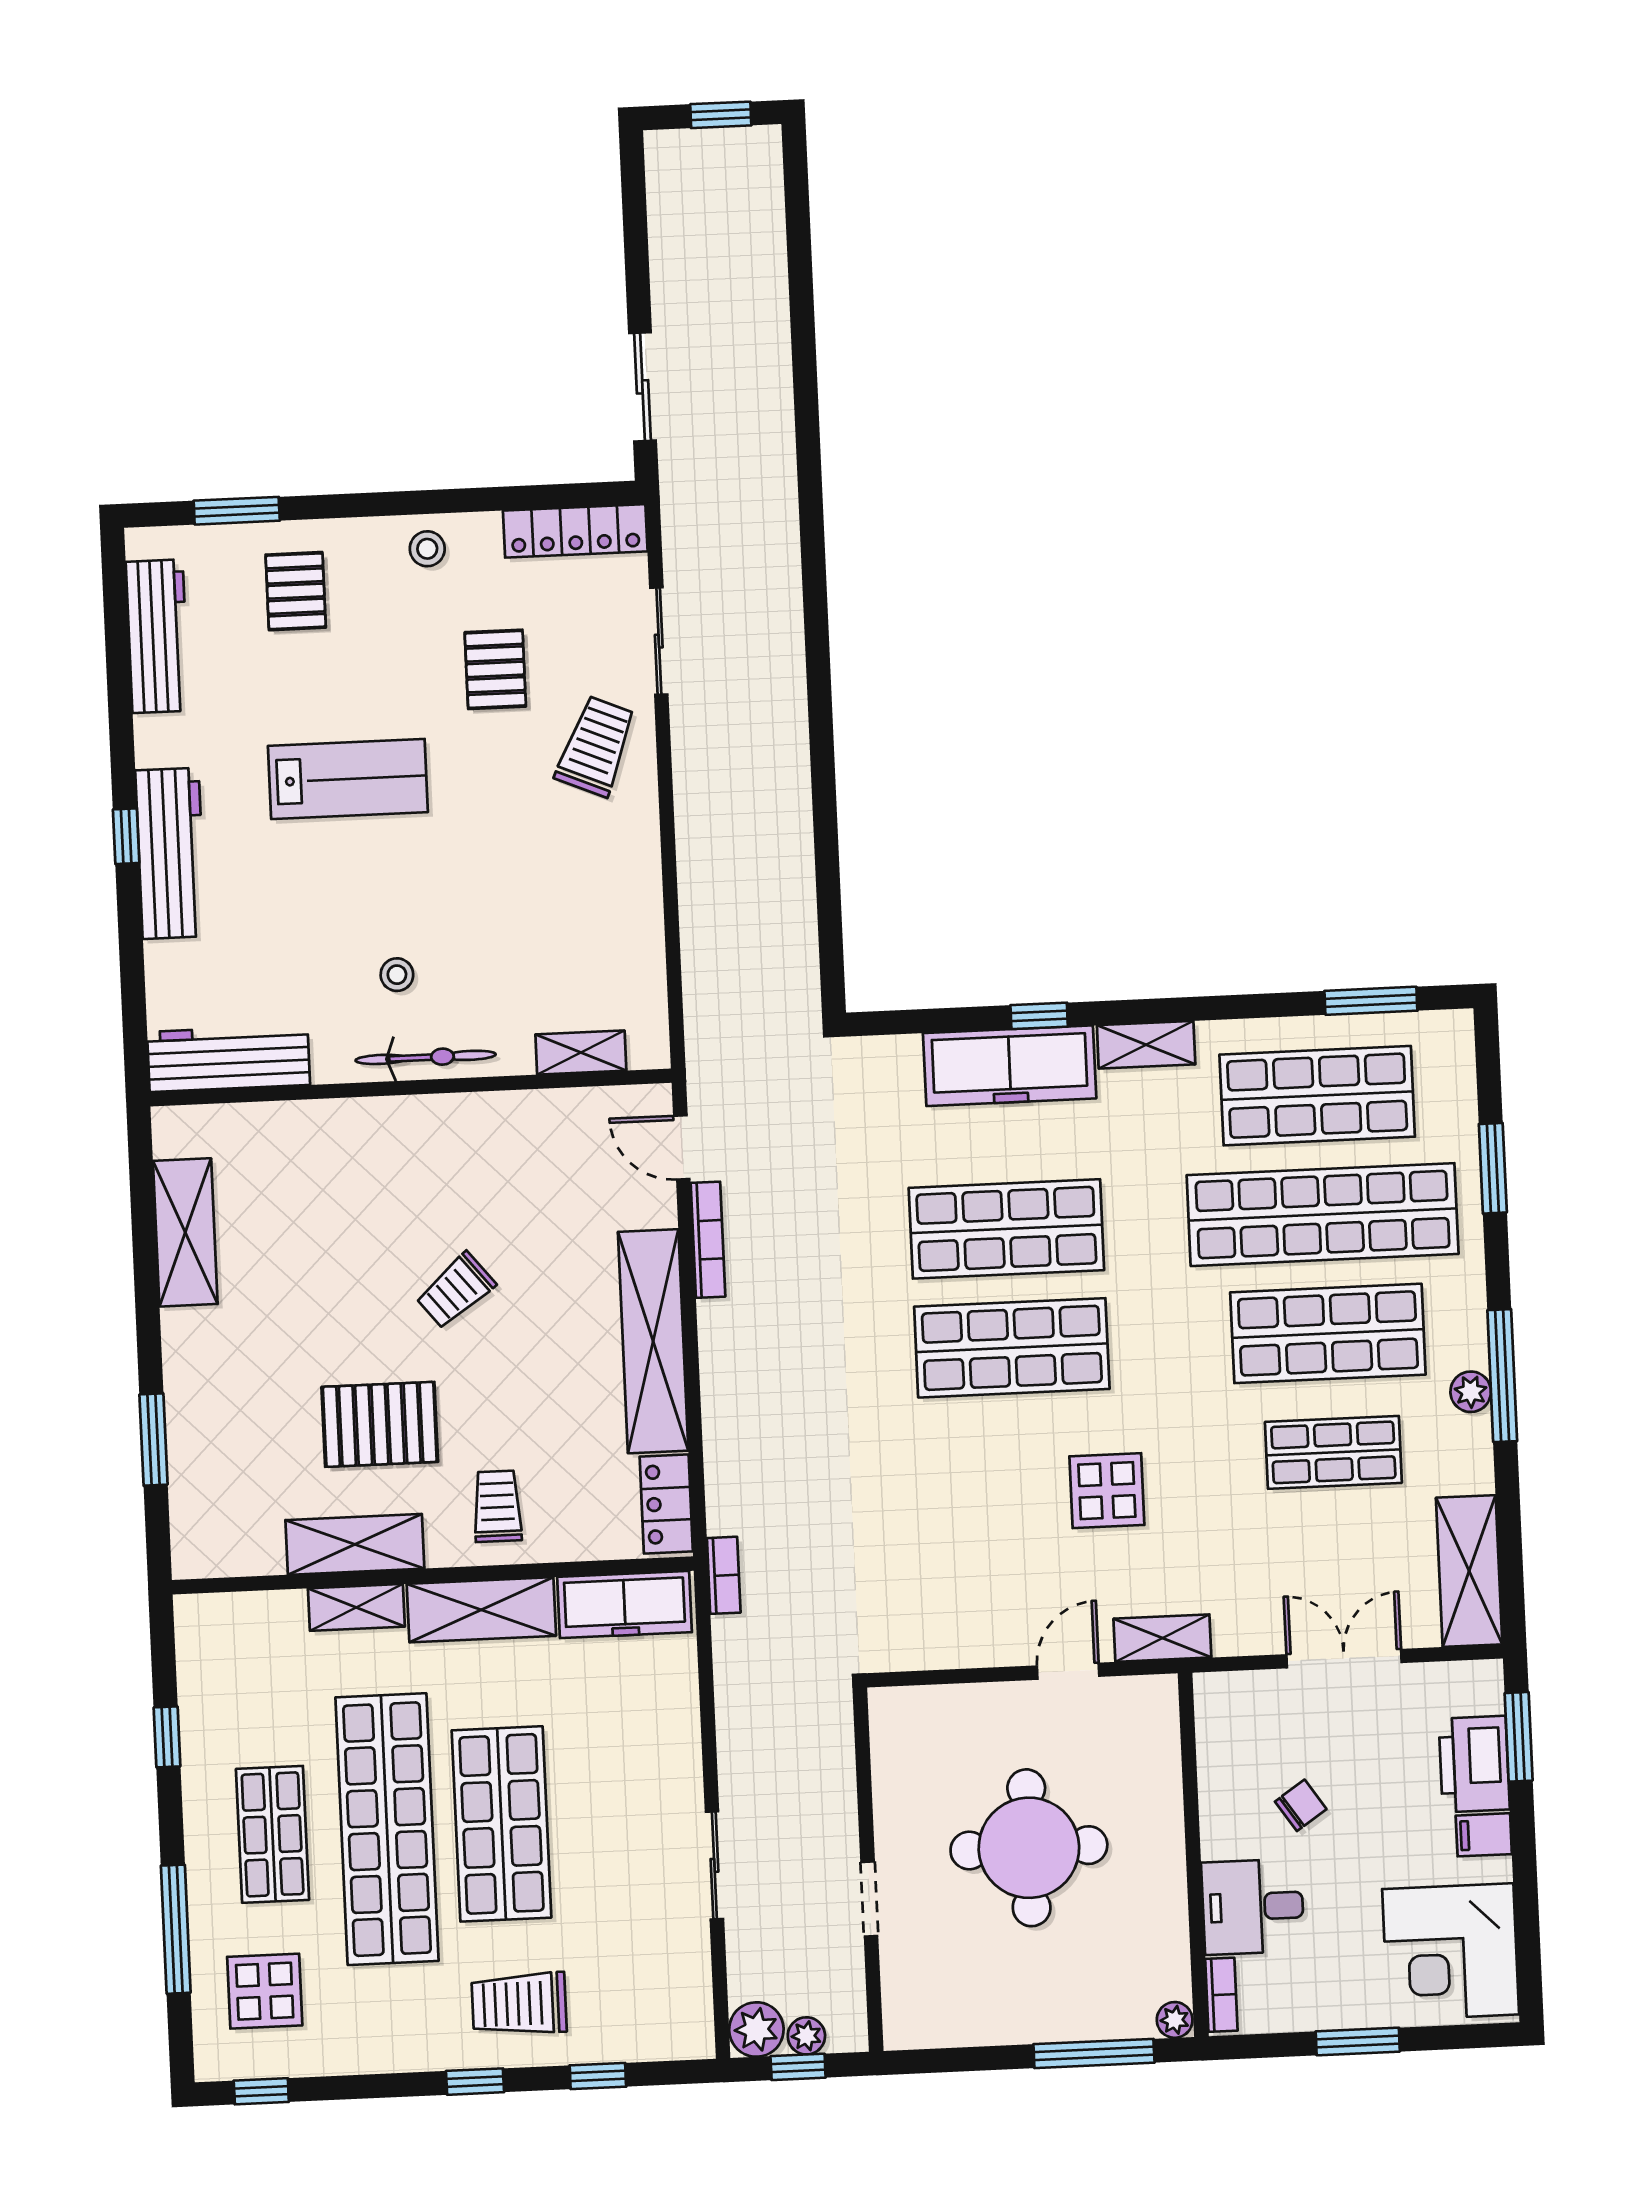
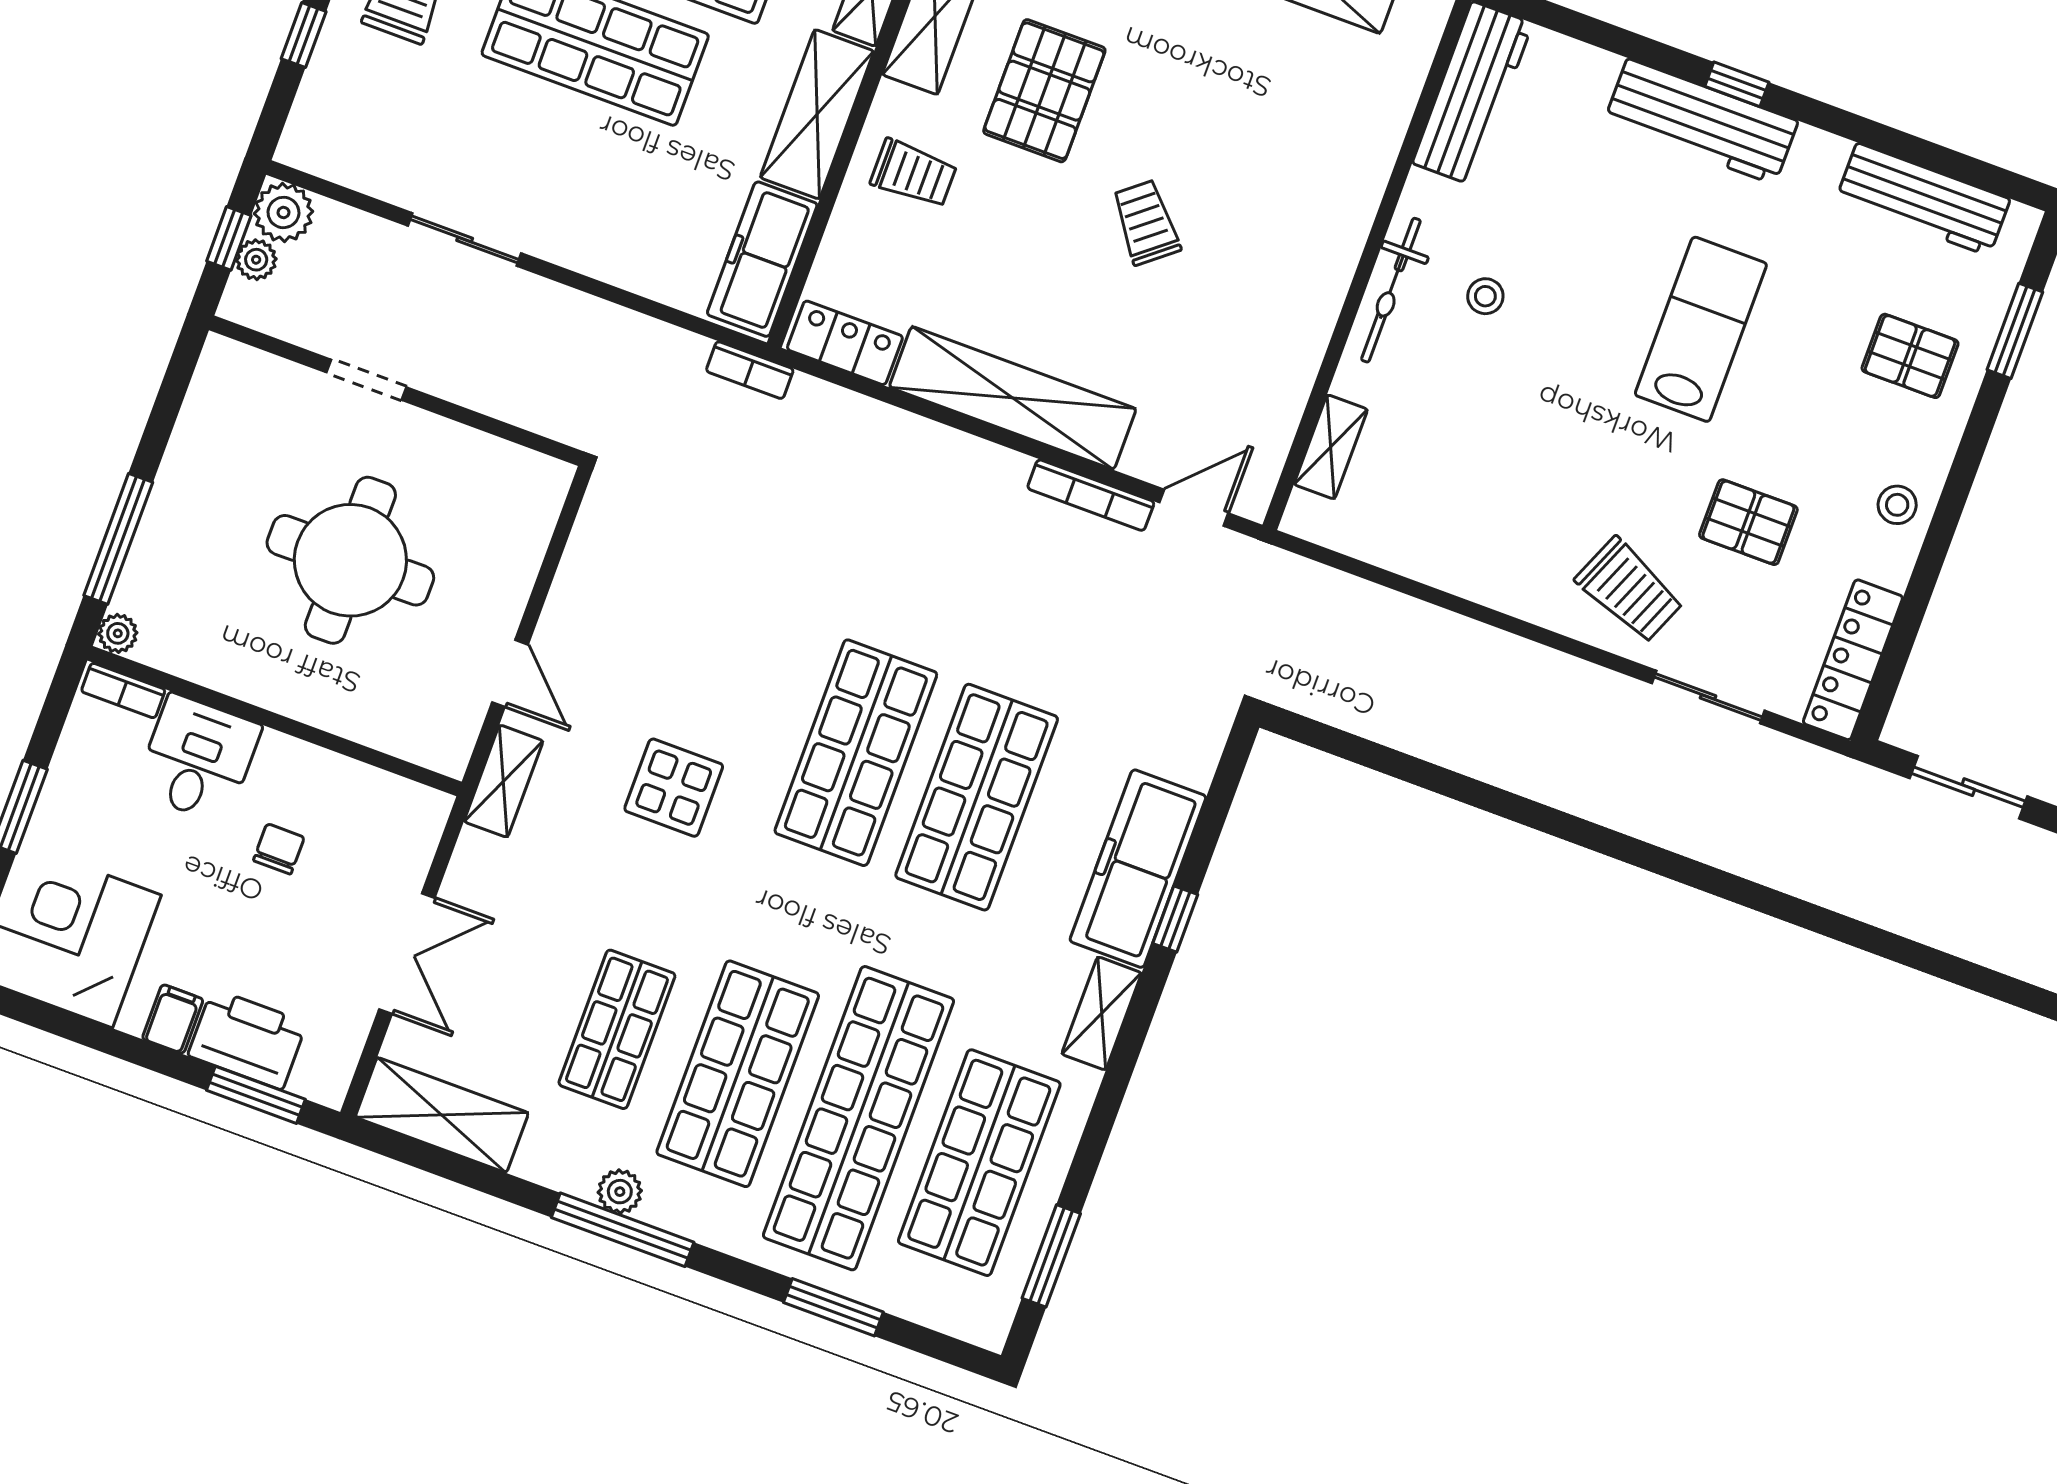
lab bench: (348, 779) -> (1701, 329), turned 180
chair: (1301, 1805) -> (279, 849), turned -146

